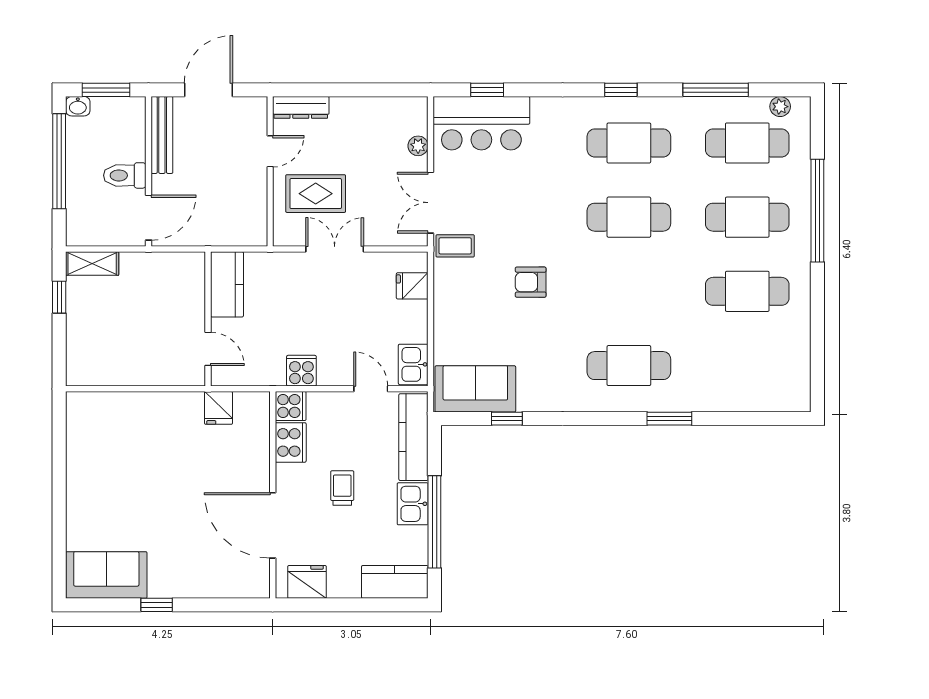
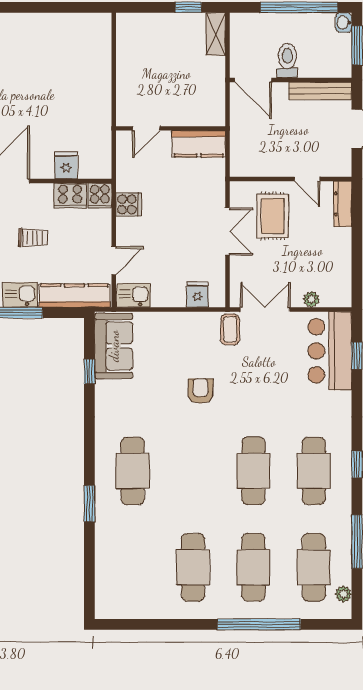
fridge: (218, 408) -> (66, 165), moved, turned 90

